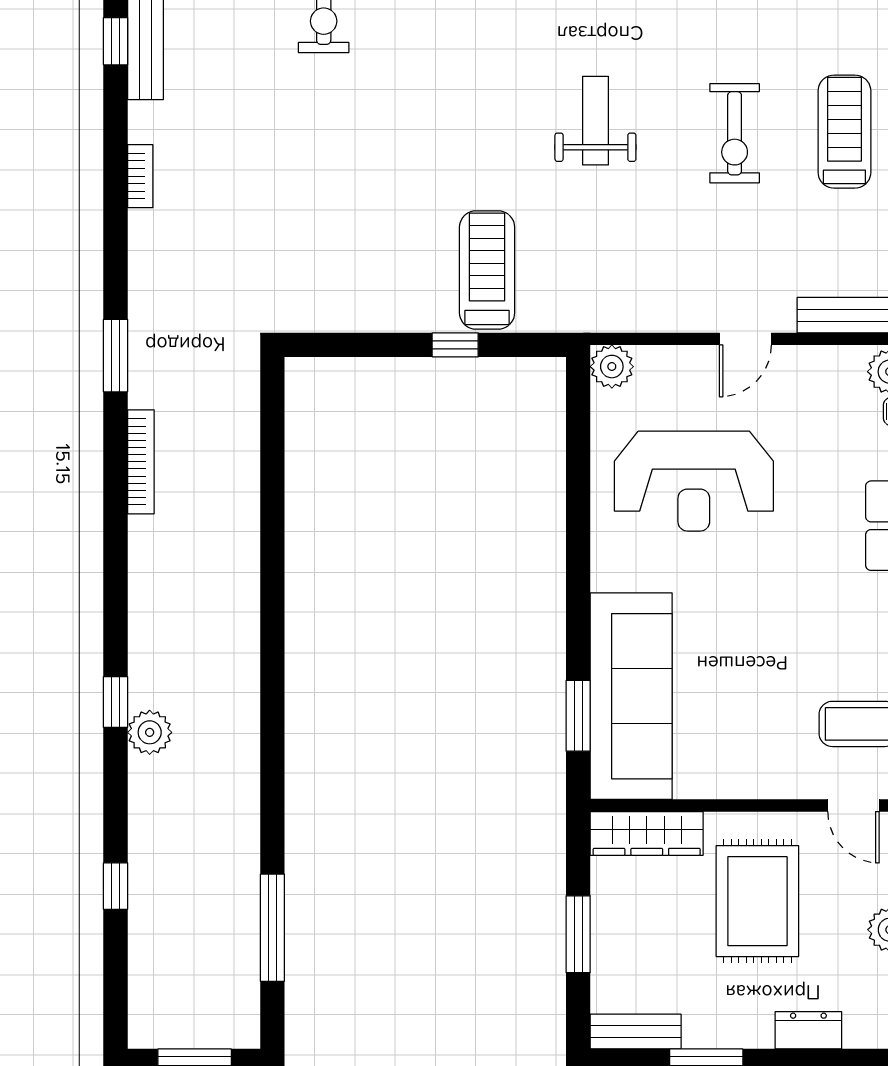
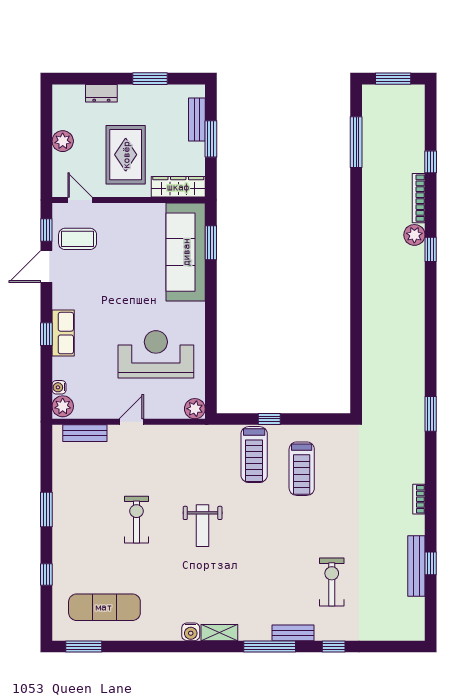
treadmill: (844, 132) -> (302, 469), moved
bookcase: (141, 462) -> (419, 198), moved
bench: (636, 1032) -> (197, 120), moved, turned 90

